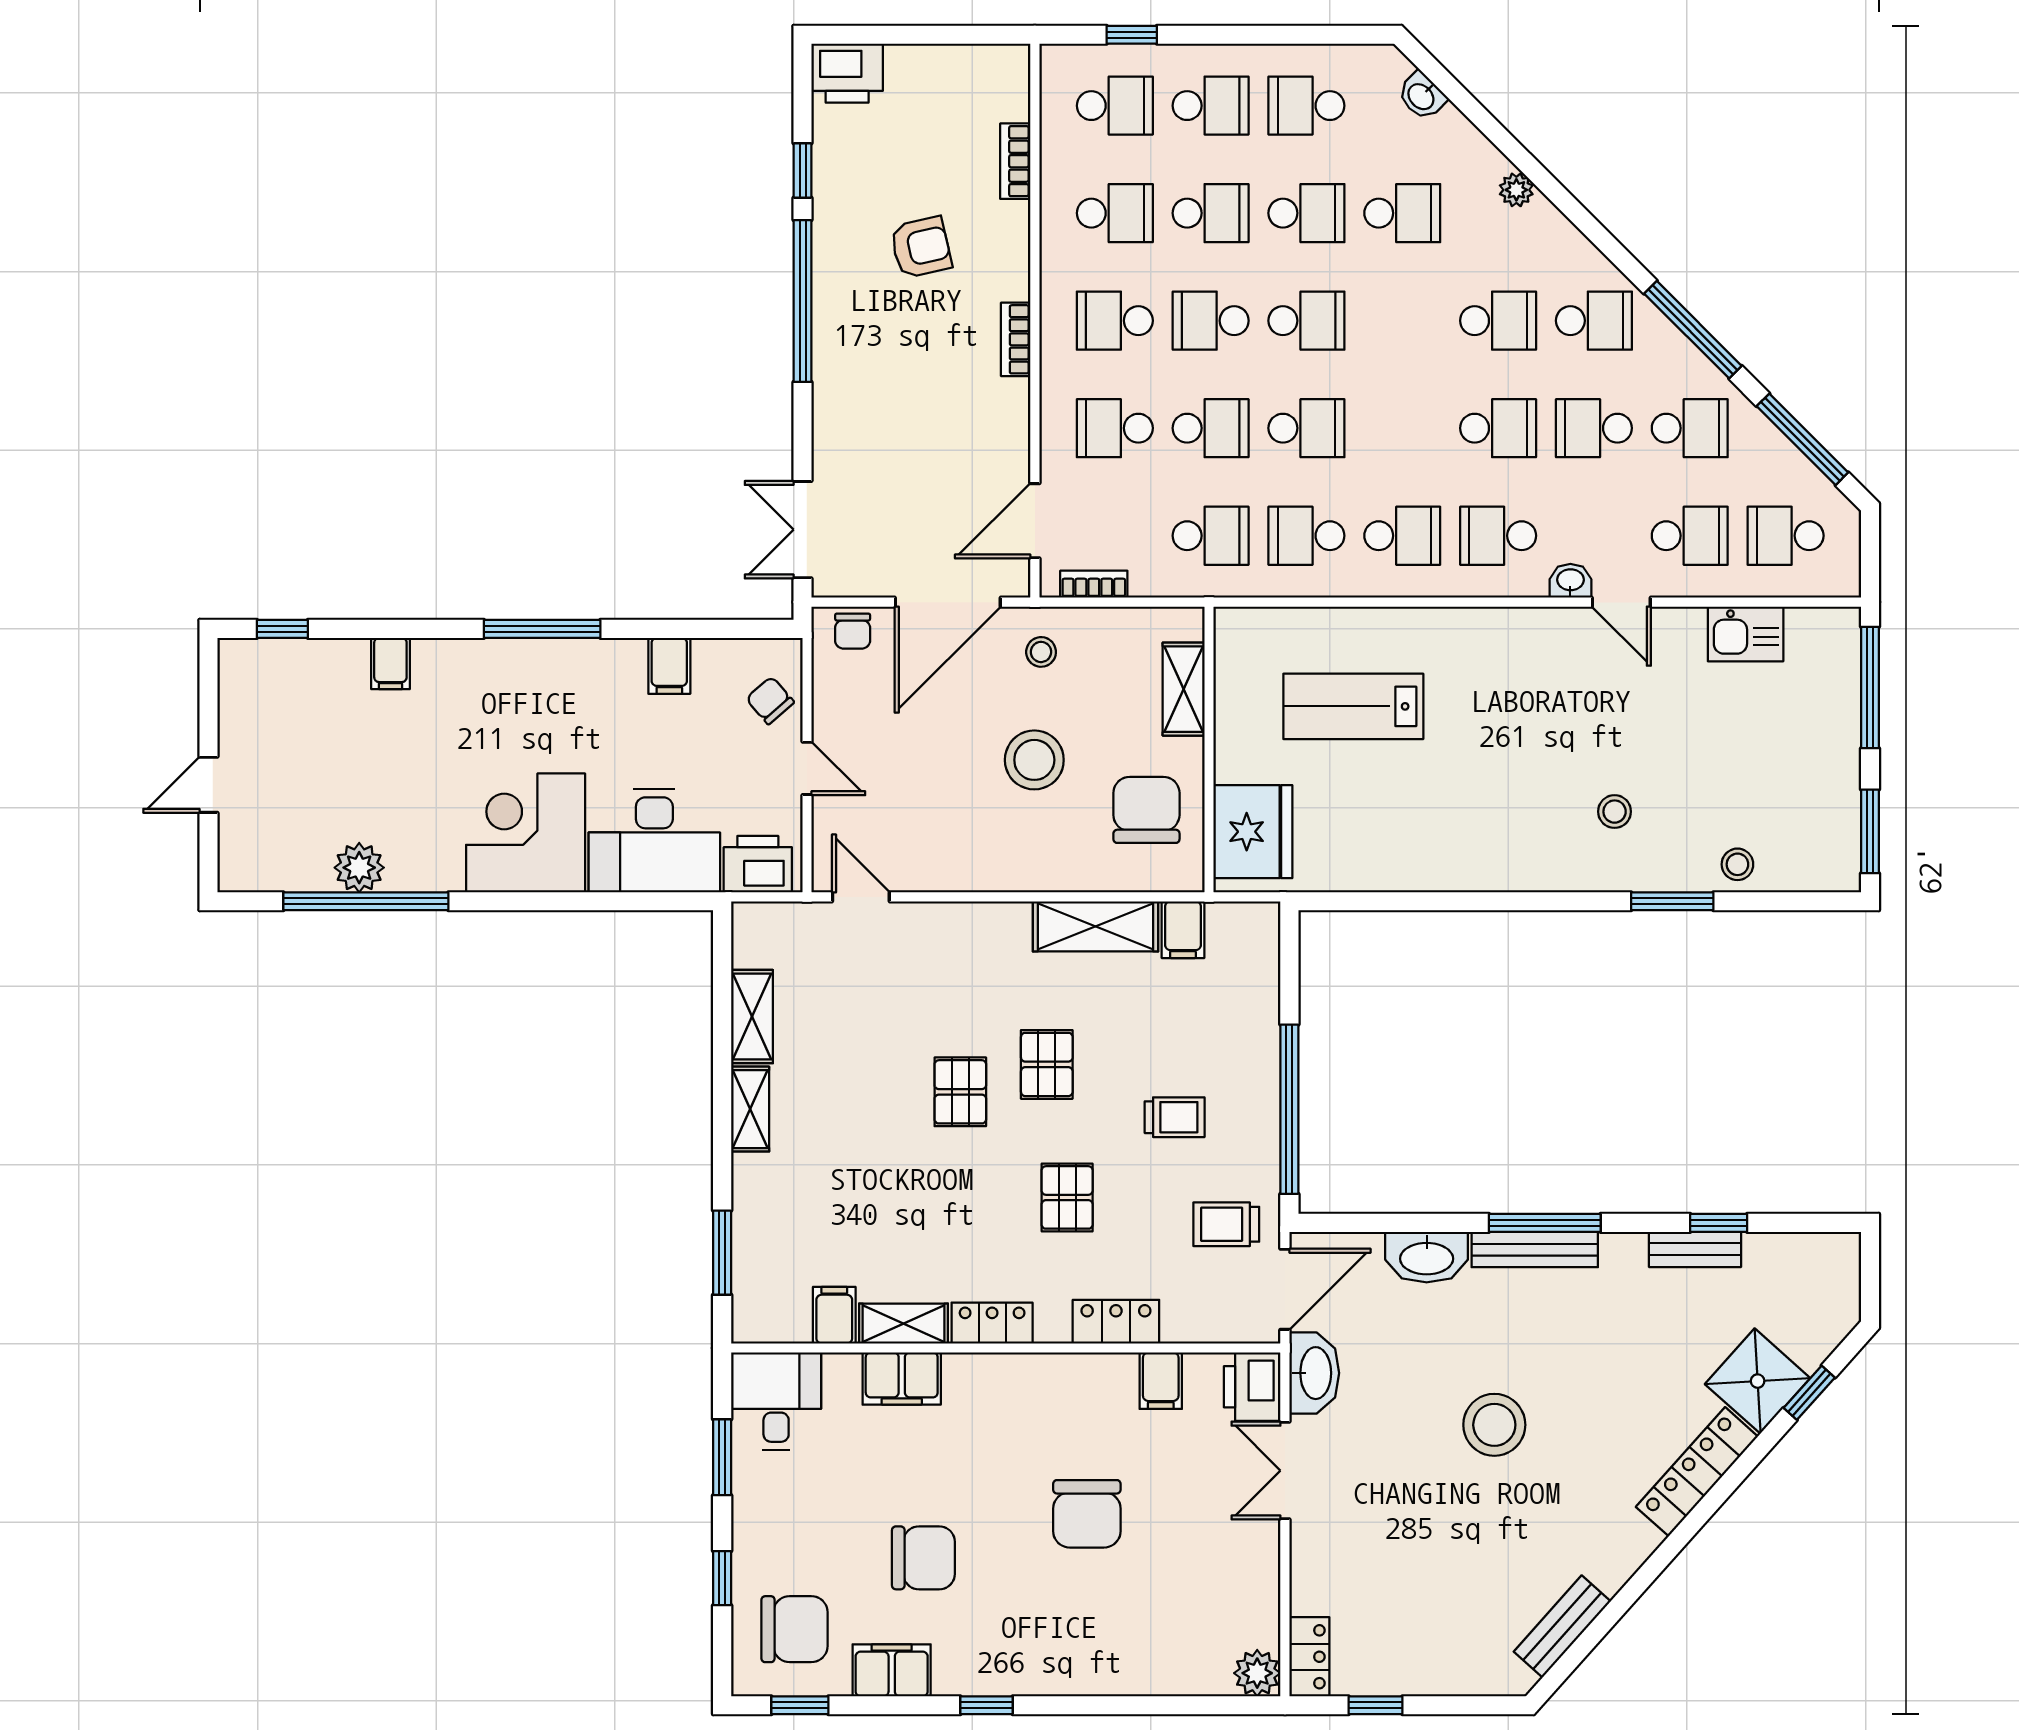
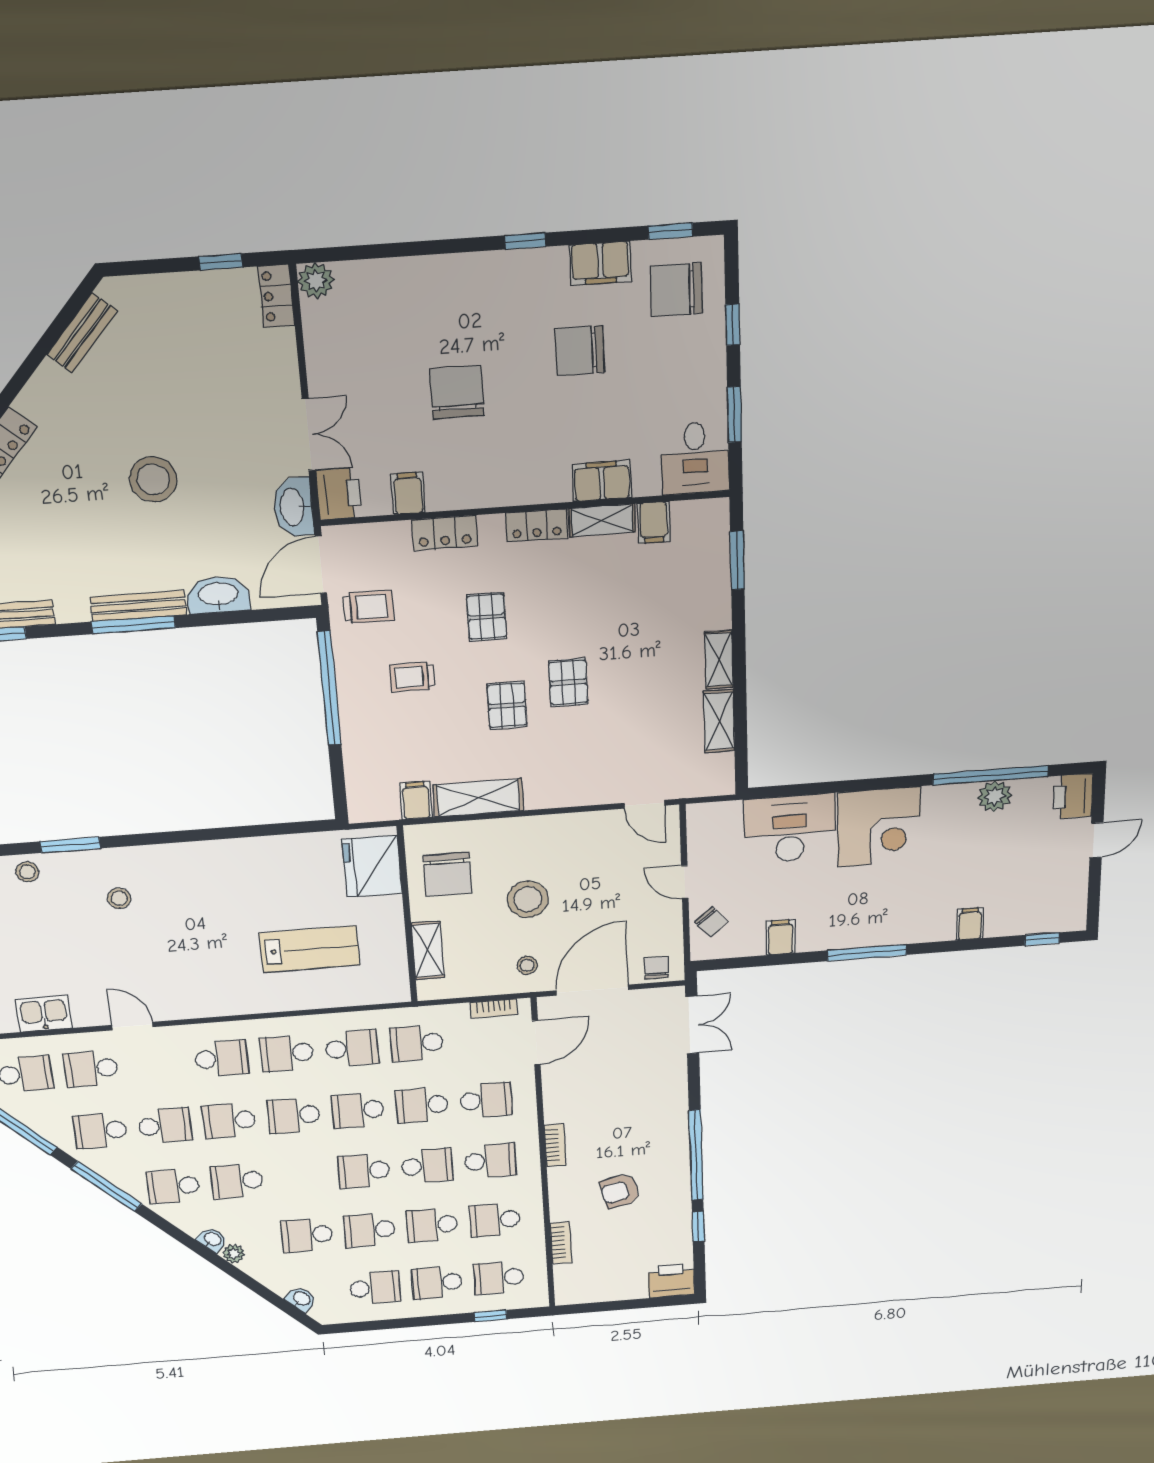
school desk: (1402, 428) -> (294, 1115), added
washbasin: (1570, 581) -> (212, 1240), moved, turned -135
printer: (758, 864) -> (1073, 796), moved, turned 90

